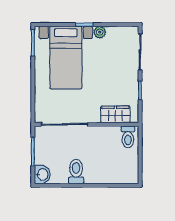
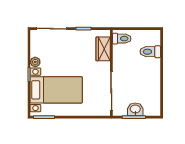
toilet: (76, 171) -> (150, 52), moved
washbasin: (42, 174) -> (135, 109), moved

